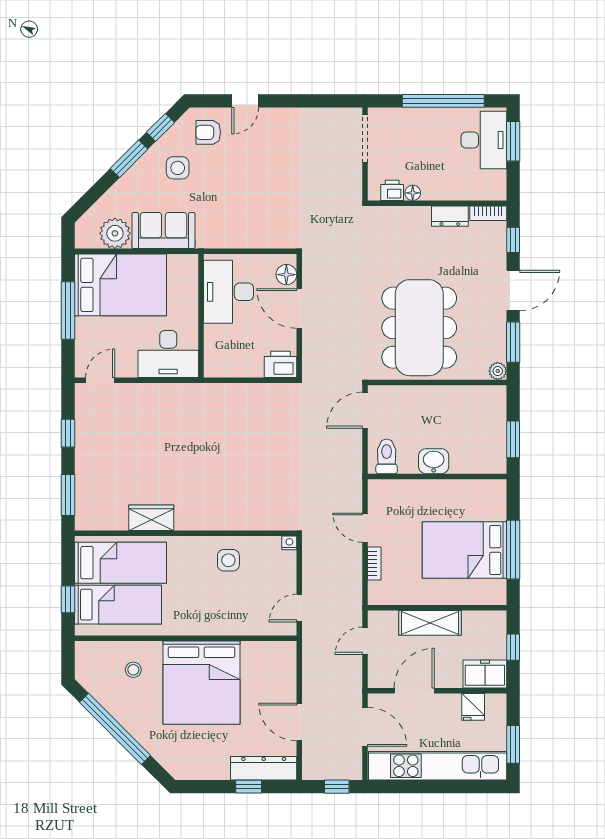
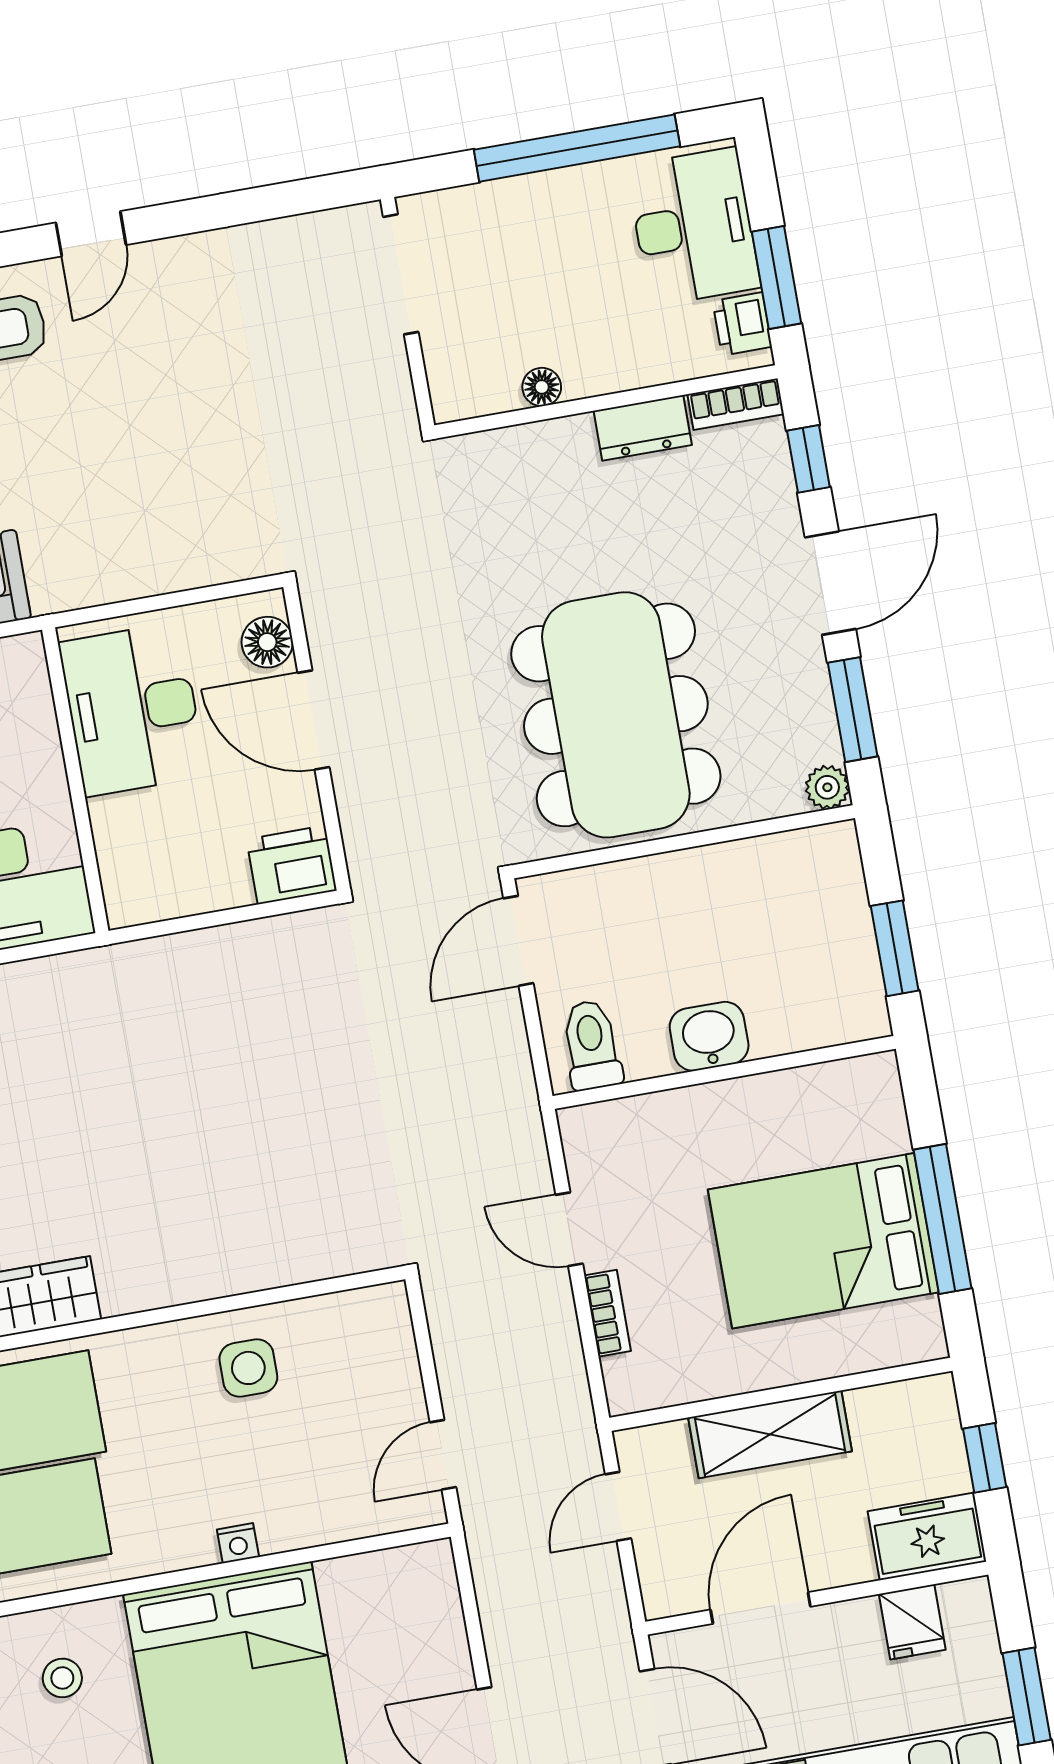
window: (513, 141) -> (776, 278), moved
printer: (392, 190) -> (742, 324), moved, turned -90
nightstand: (289, 543) -> (238, 1543), moved, turned 180

